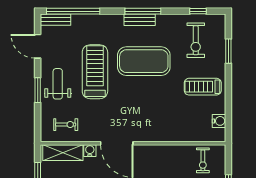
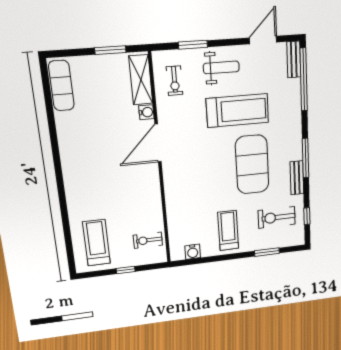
bench: (140, 20) -> (297, 178), moved
window: (38, 90) -> (193, 45), moved

